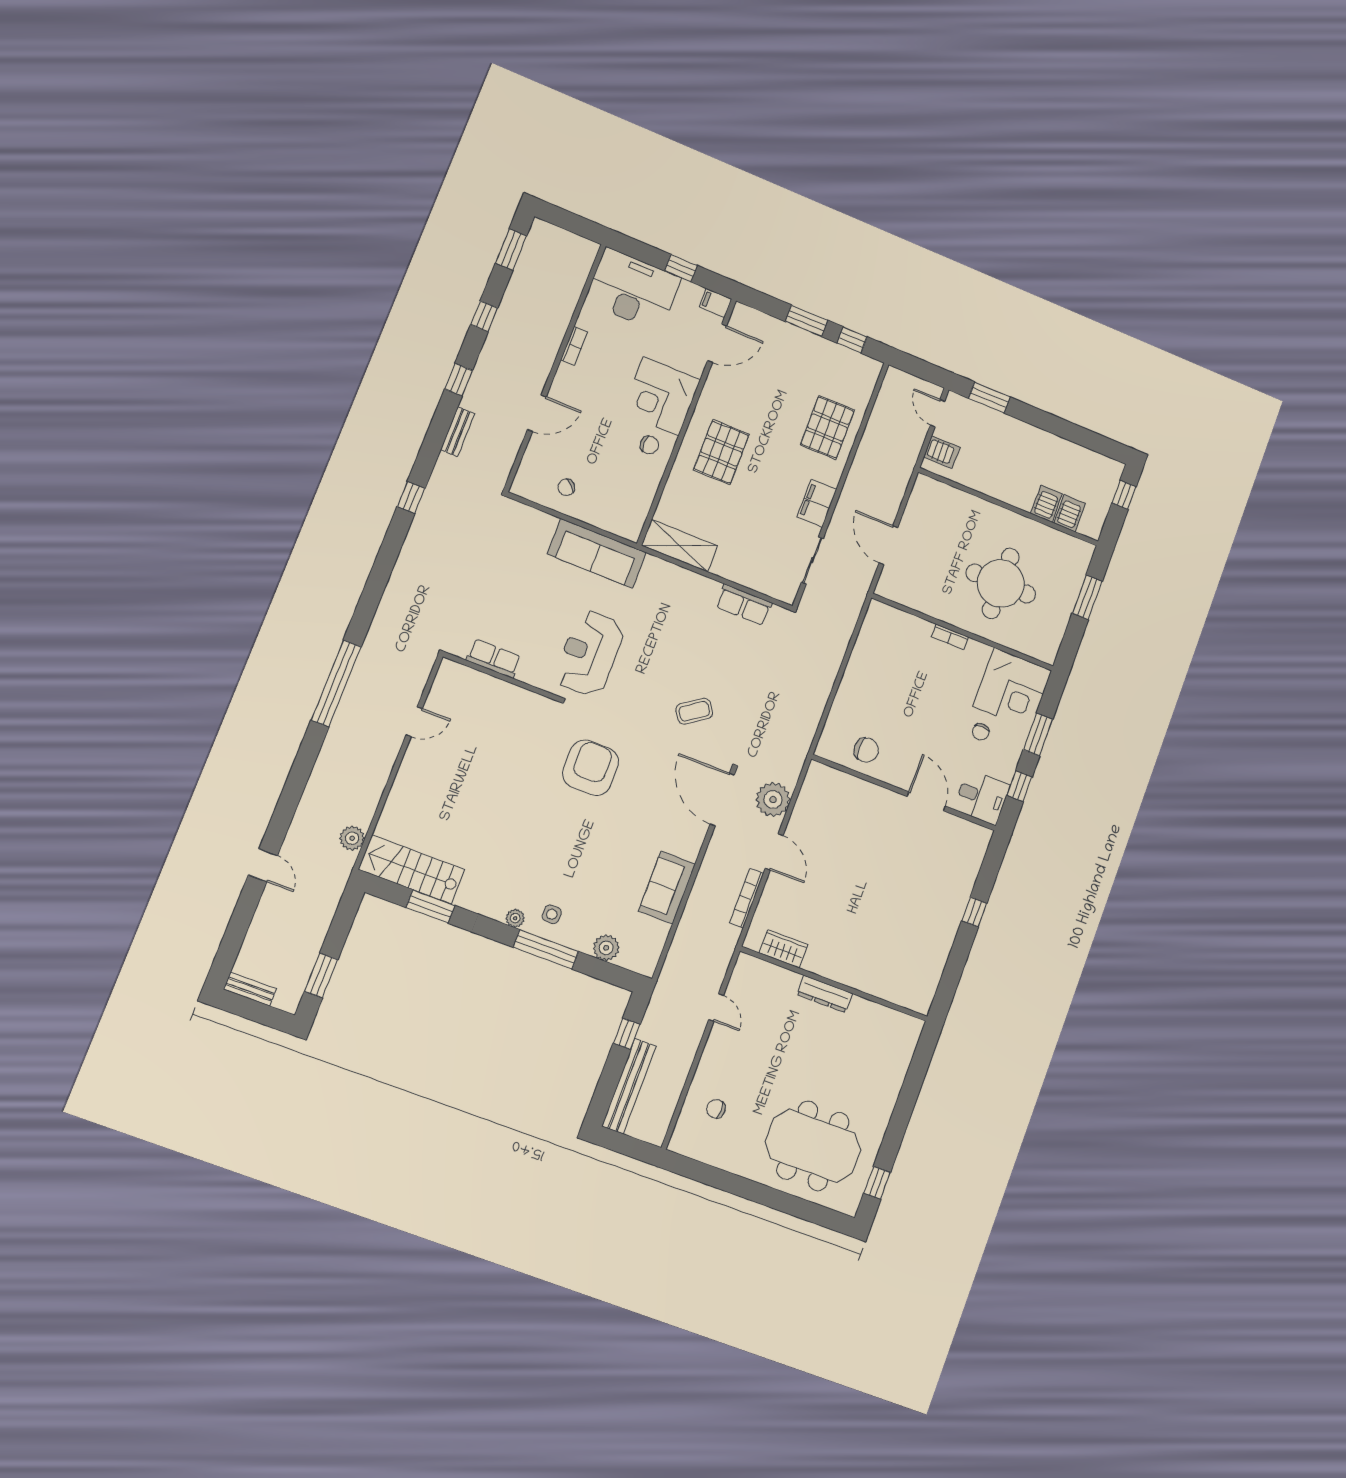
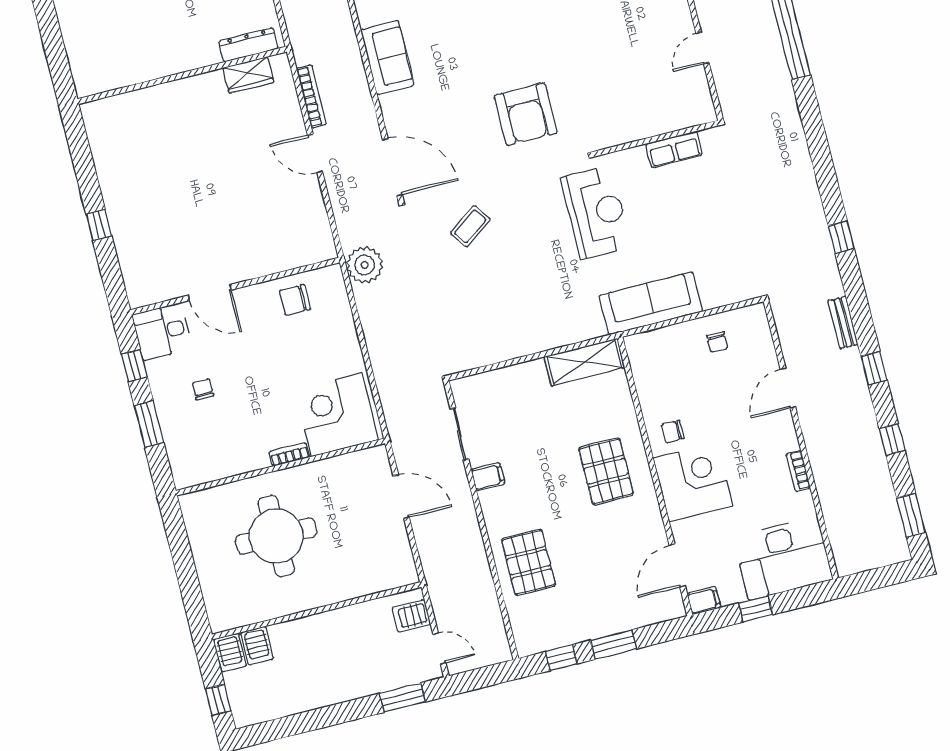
chair: (566, 487) -> (717, 342), turned 135
filing cabinet: (817, 503) -> (488, 477), width x0.50
server rack: (1047, 504) -> (230, 653), moved
window: (1087, 597) -> (188, 581), removed
row of seats: (744, 605) -> (492, 351), removed
corner desk: (1012, 688) -> (337, 415), moved
plant: (773, 800) -> (365, 265), moved
dresser: (825, 994) -> (249, 45), moved

